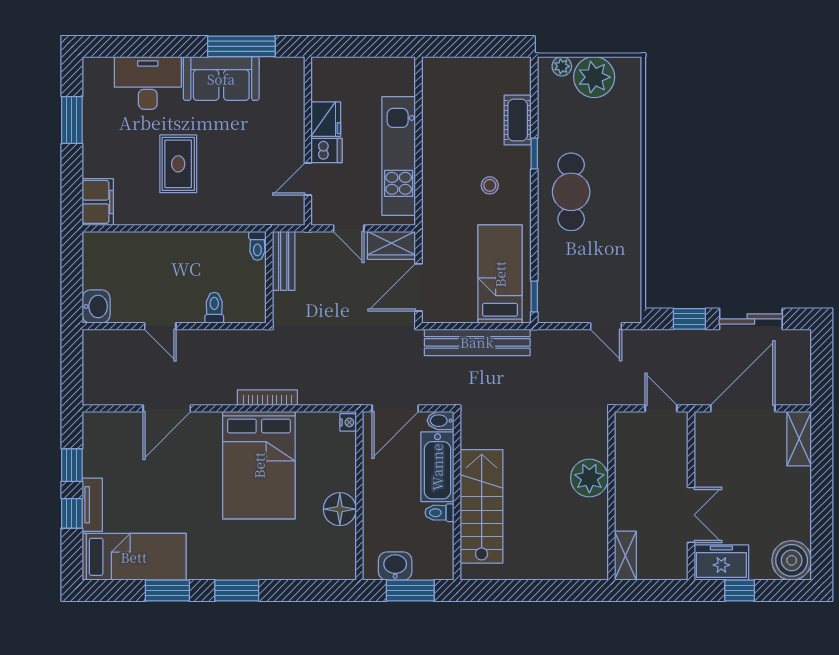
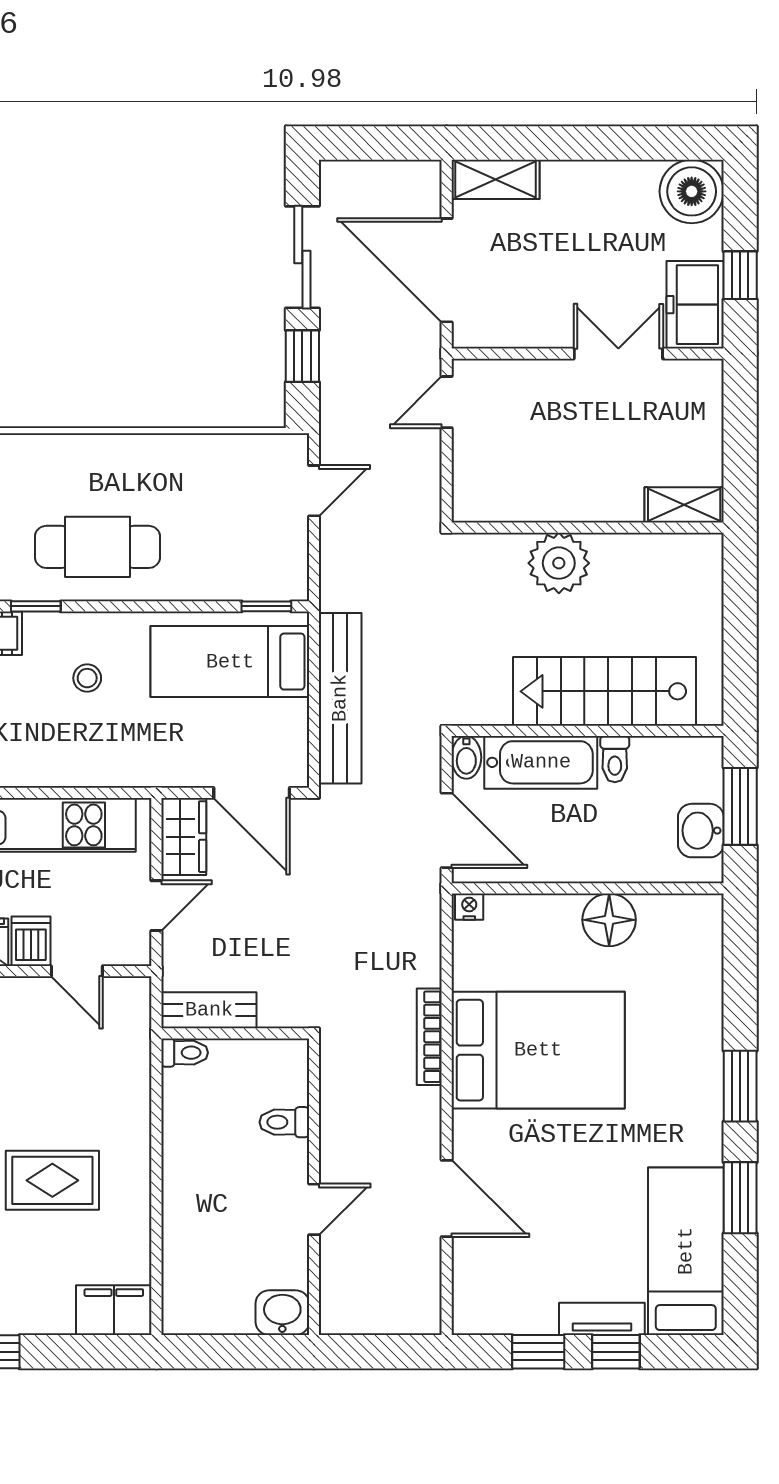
plant: (589, 478) -> (559, 563), moved
wall: (611, 496) -> (588, 528), moved
shelving: (625, 556) -> (684, 505), moved

